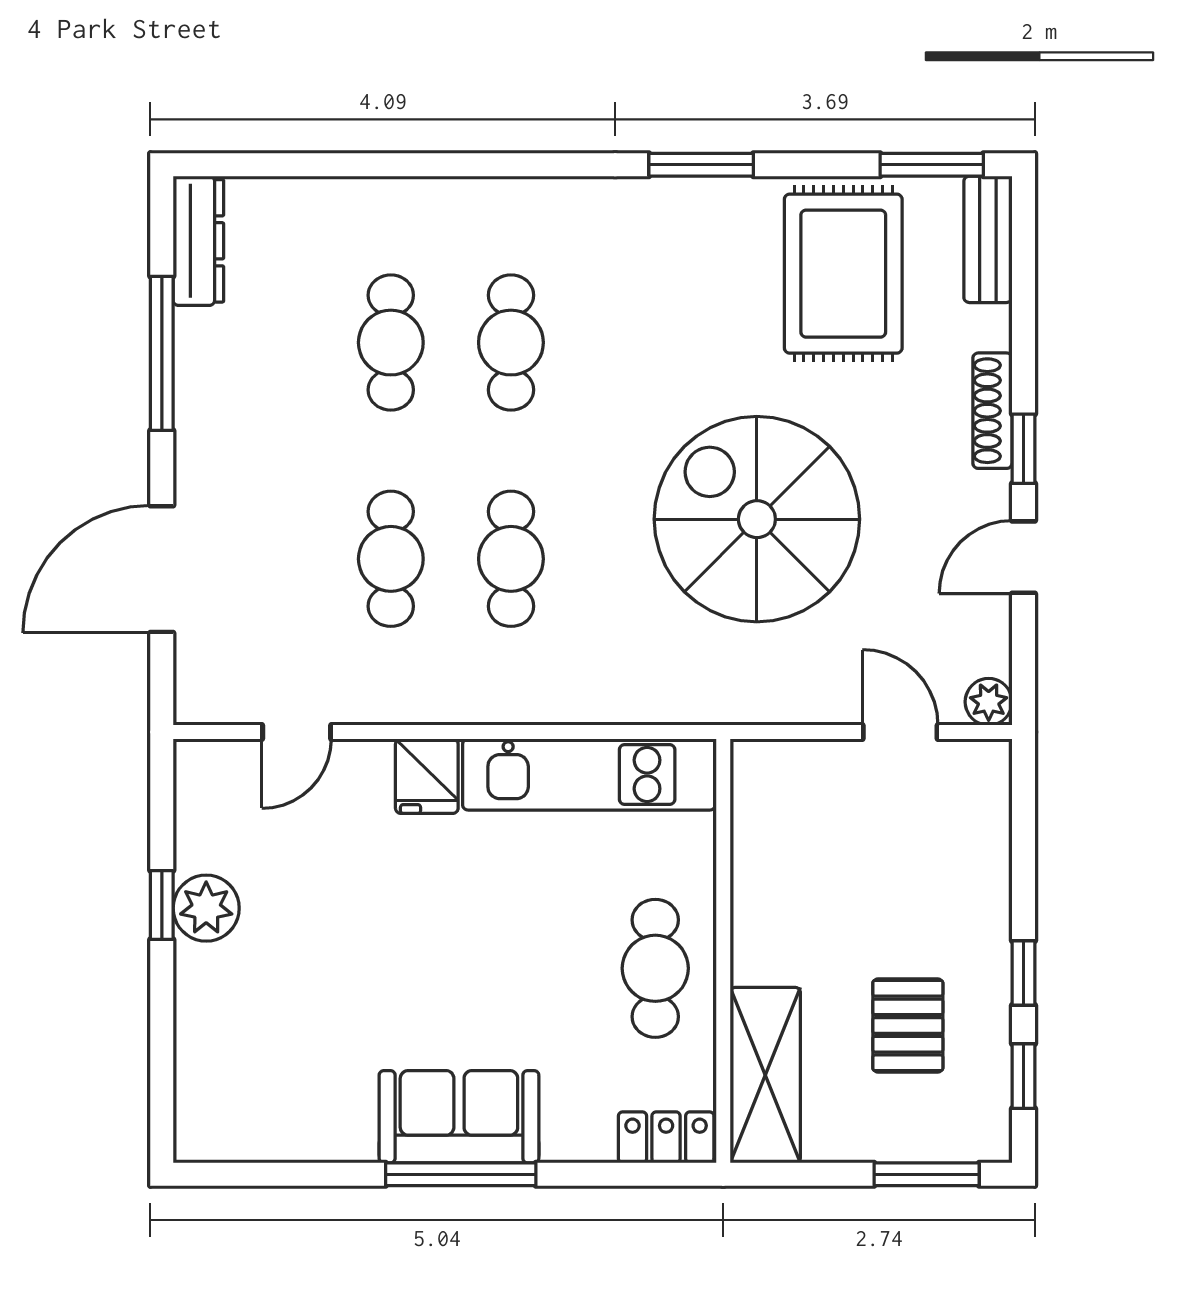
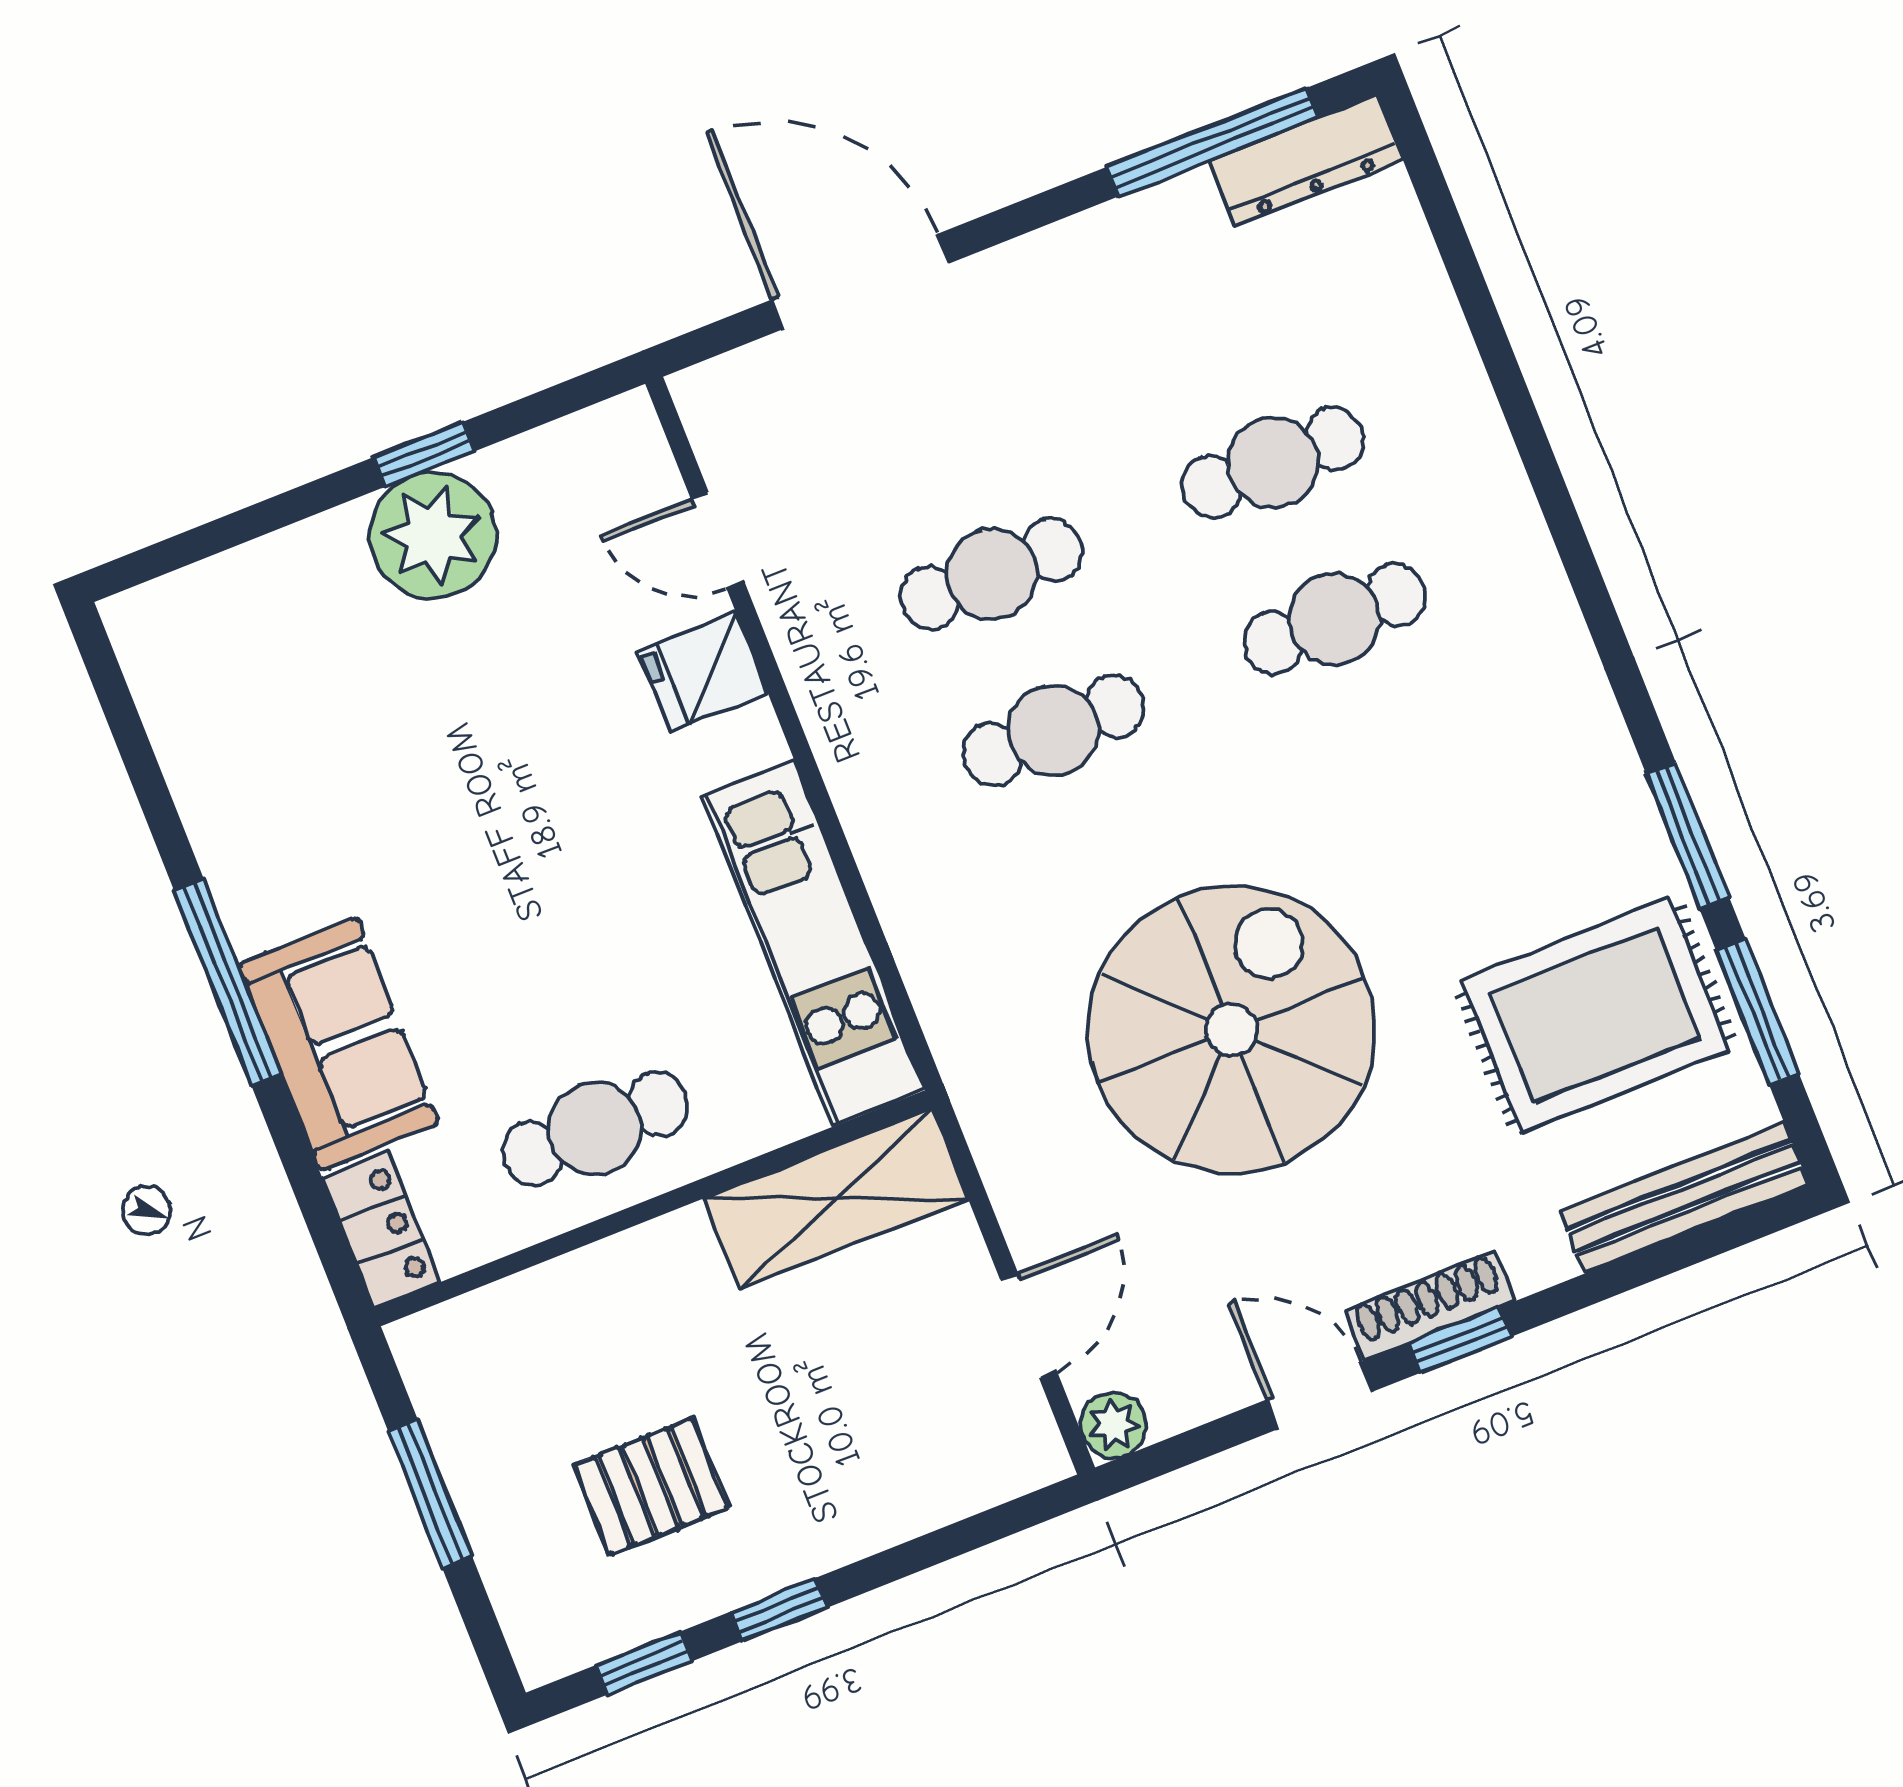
window: (701, 165) -> (1688, 836), moved
window: (932, 165) -> (1757, 1012), moved
bench: (988, 239) -> (1684, 1198), width x1.36
window: (162, 353) -> (1212, 142), moved
shoe rack: (992, 411) -> (1430, 1305), moved
fridge: (427, 776) -> (704, 672), moved
plant: (206, 908) -> (433, 536), width x1.36, depth x1.36
shelving: (765, 1075) -> (836, 1199), moved
sofa: (459, 1117) -> (338, 1044), moved
window: (927, 1174) -> (430, 1493), moved

